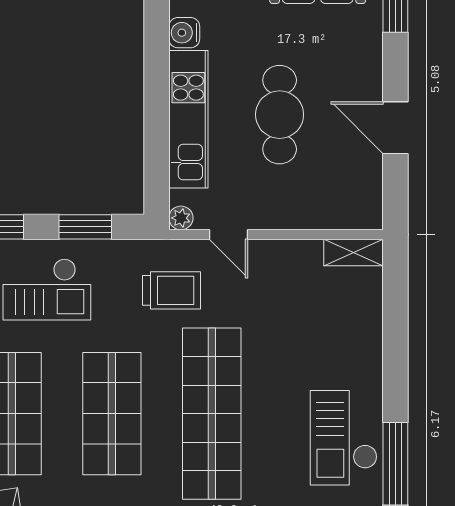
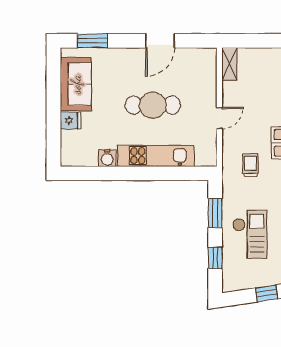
plant: (181, 218) -> (210, 160), removed
door: (229, 235) -> (219, 118), moved
trolley: (172, 290) -> (250, 165), width x0.73, depth x0.72

